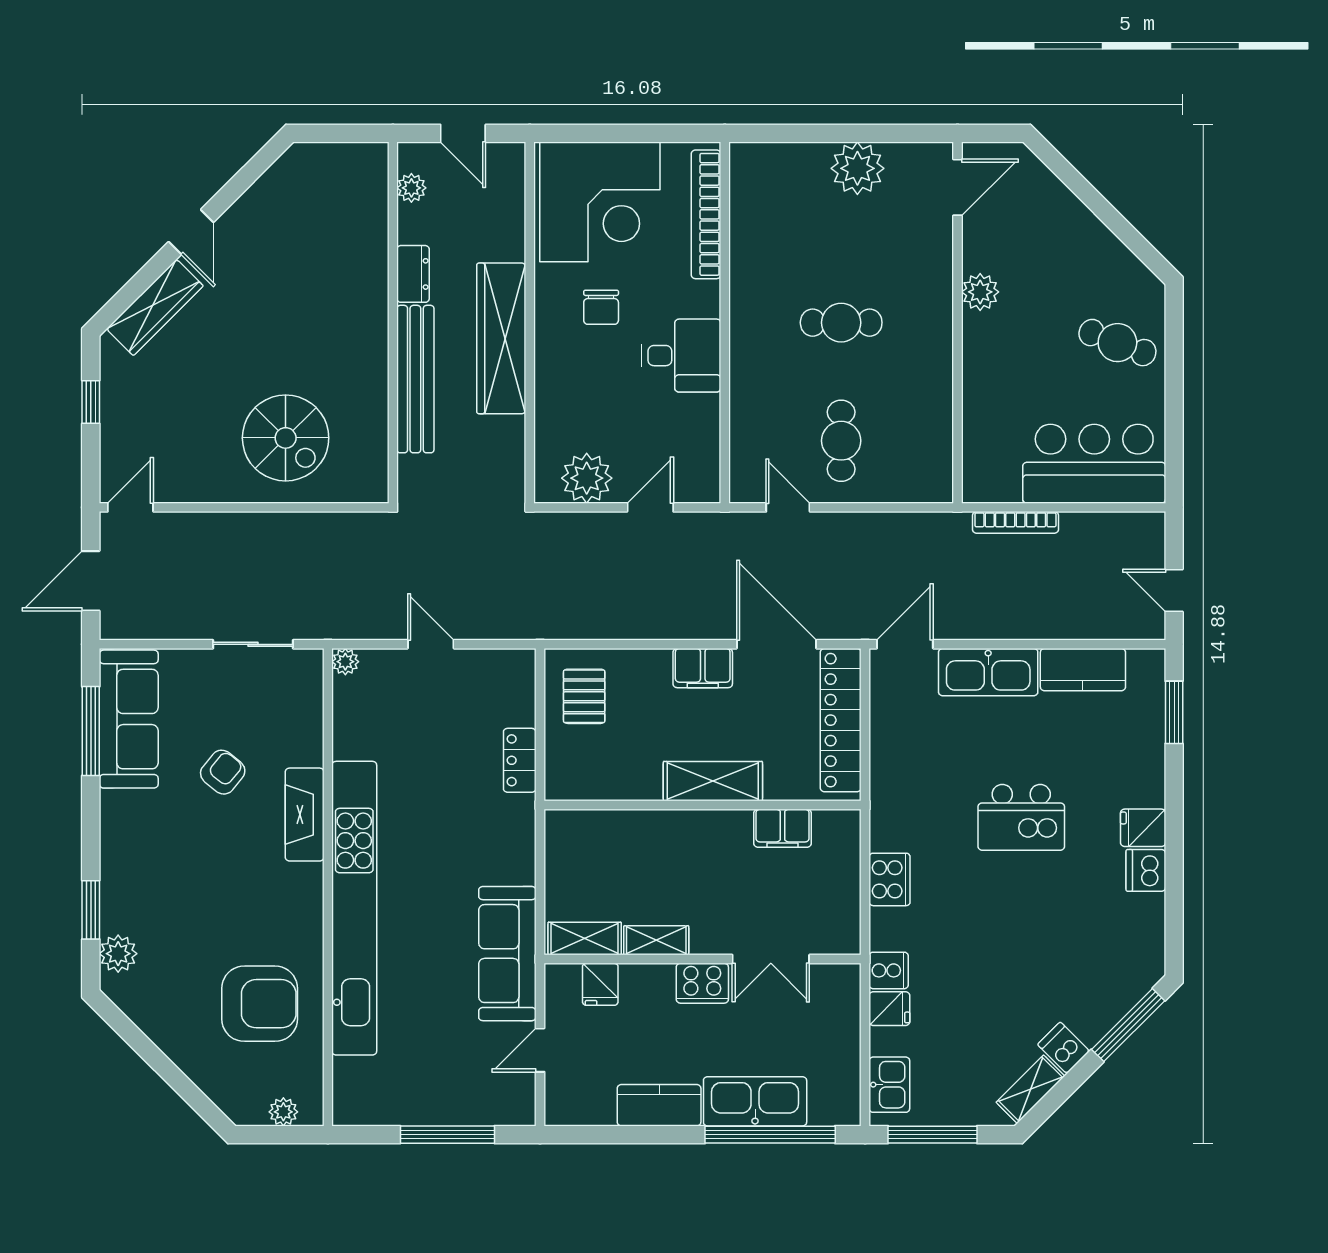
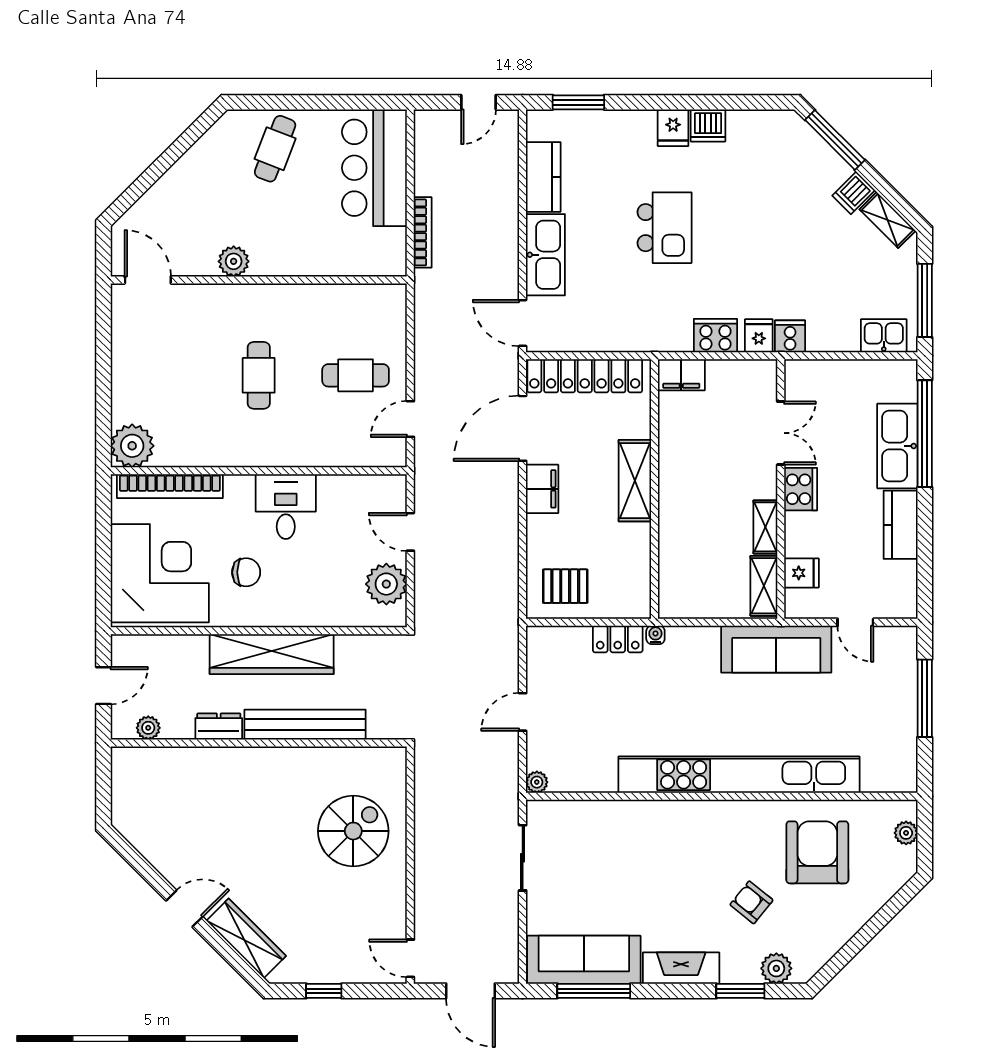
plant: (857, 168) -> (132, 446), moved
armchair: (223, 772) -> (751, 902), moved
water cooler: (525, 806) -> (655, 635), added
fireplace: (305, 815) -> (681, 968), moved, turned 180
filing cabinet: (782, 828) -> (681, 375), moved, turned 90
fridge: (889, 1009) -> (759, 336), moved

